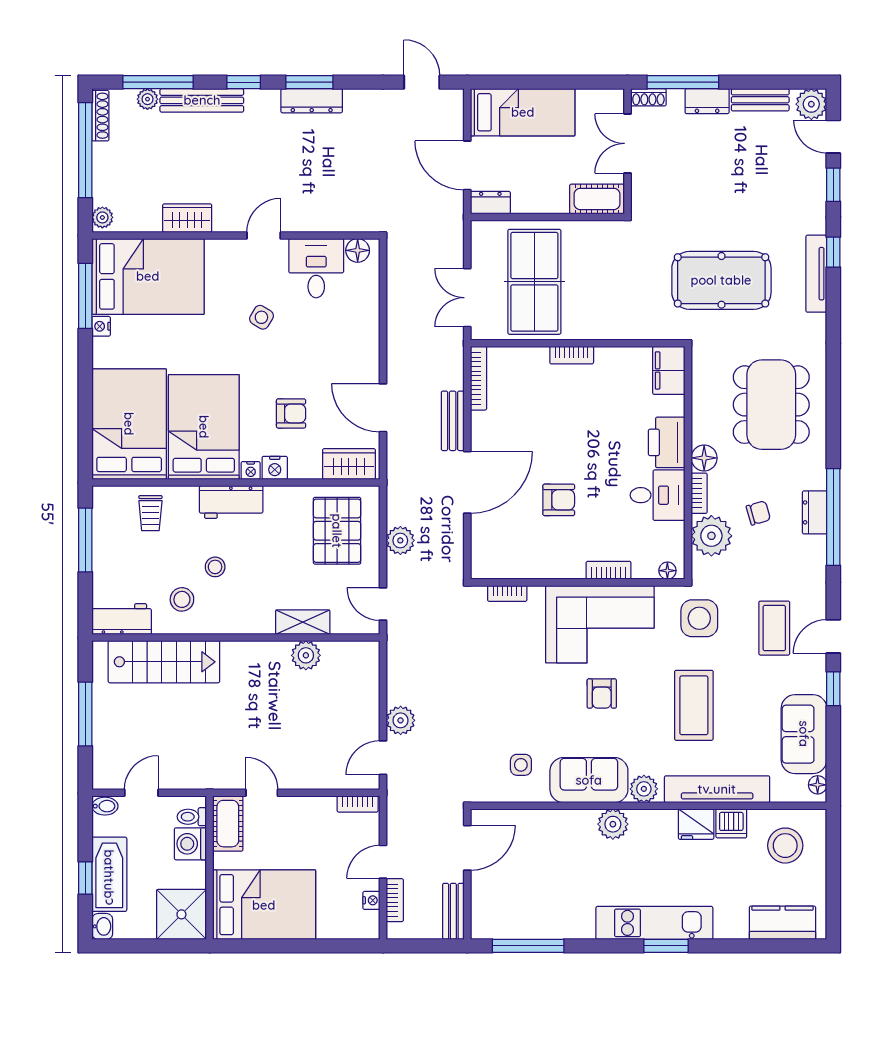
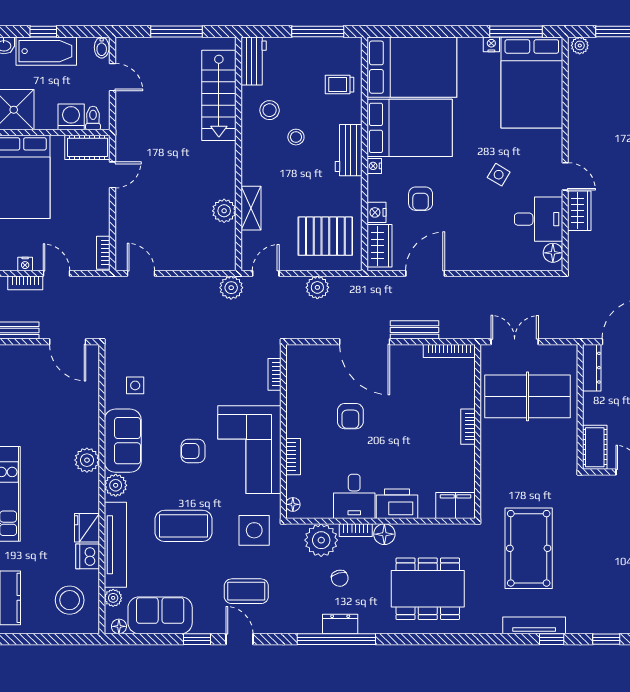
dresser: (490, 203) -> (592, 368), width x1.44
wardrobe: (187, 218) -> (579, 211), moved
nightstand: (275, 468) -> (376, 212), moved
plant: (401, 720) -> (231, 288), moved
plant: (782, 792) -> (113, 598), added

